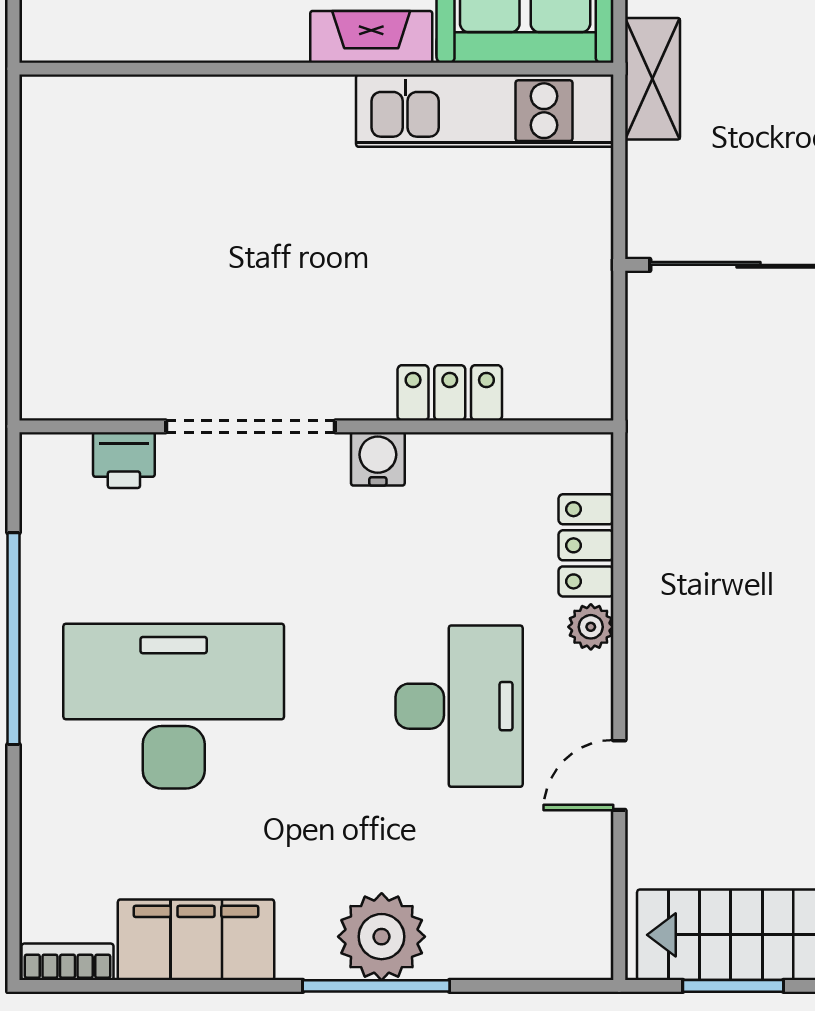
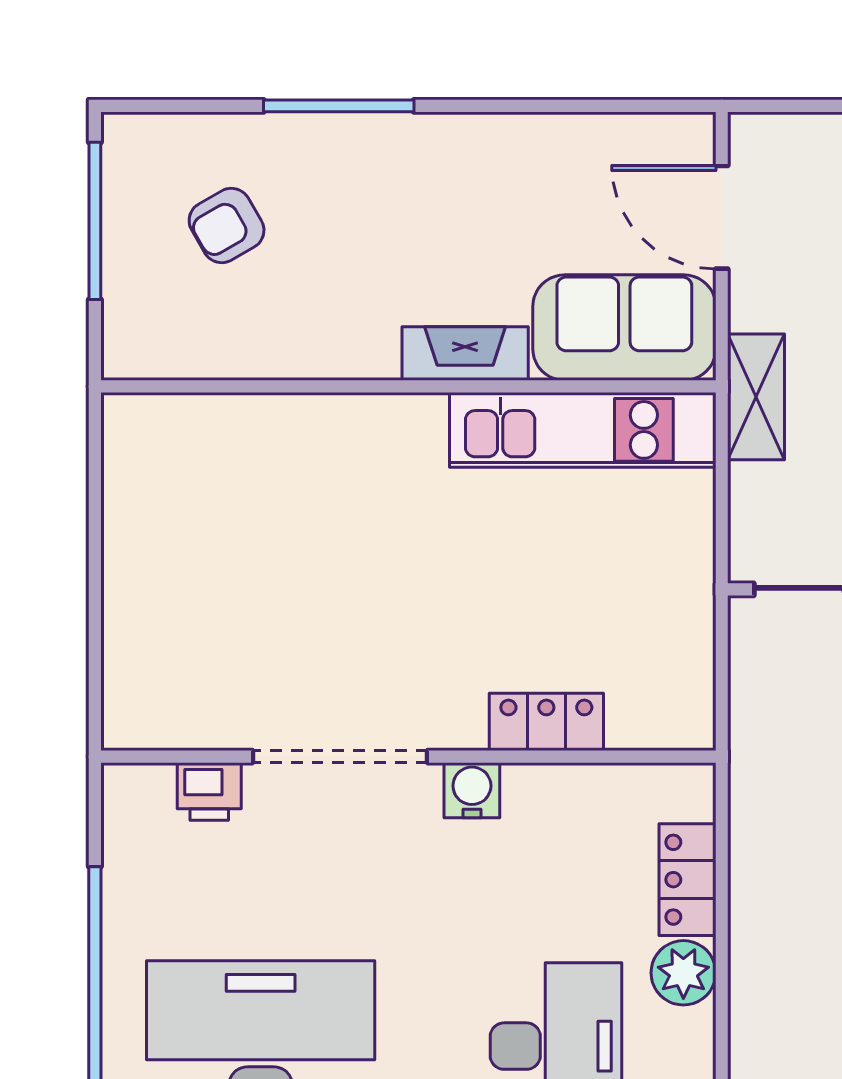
plant: (591, 627) -> (683, 973), width x1.38, depth x1.38

